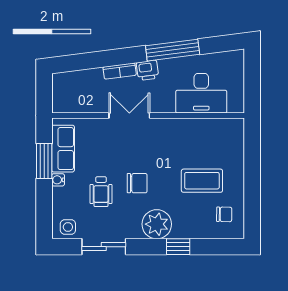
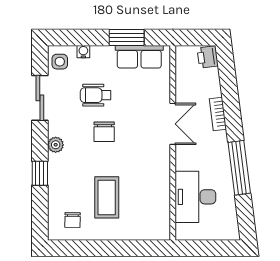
printer: (147, 70) -> (208, 57), moved
water cooler: (58, 180) -> (83, 52), moved
plant: (157, 224) -> (56, 145), width x0.53, depth x0.53

